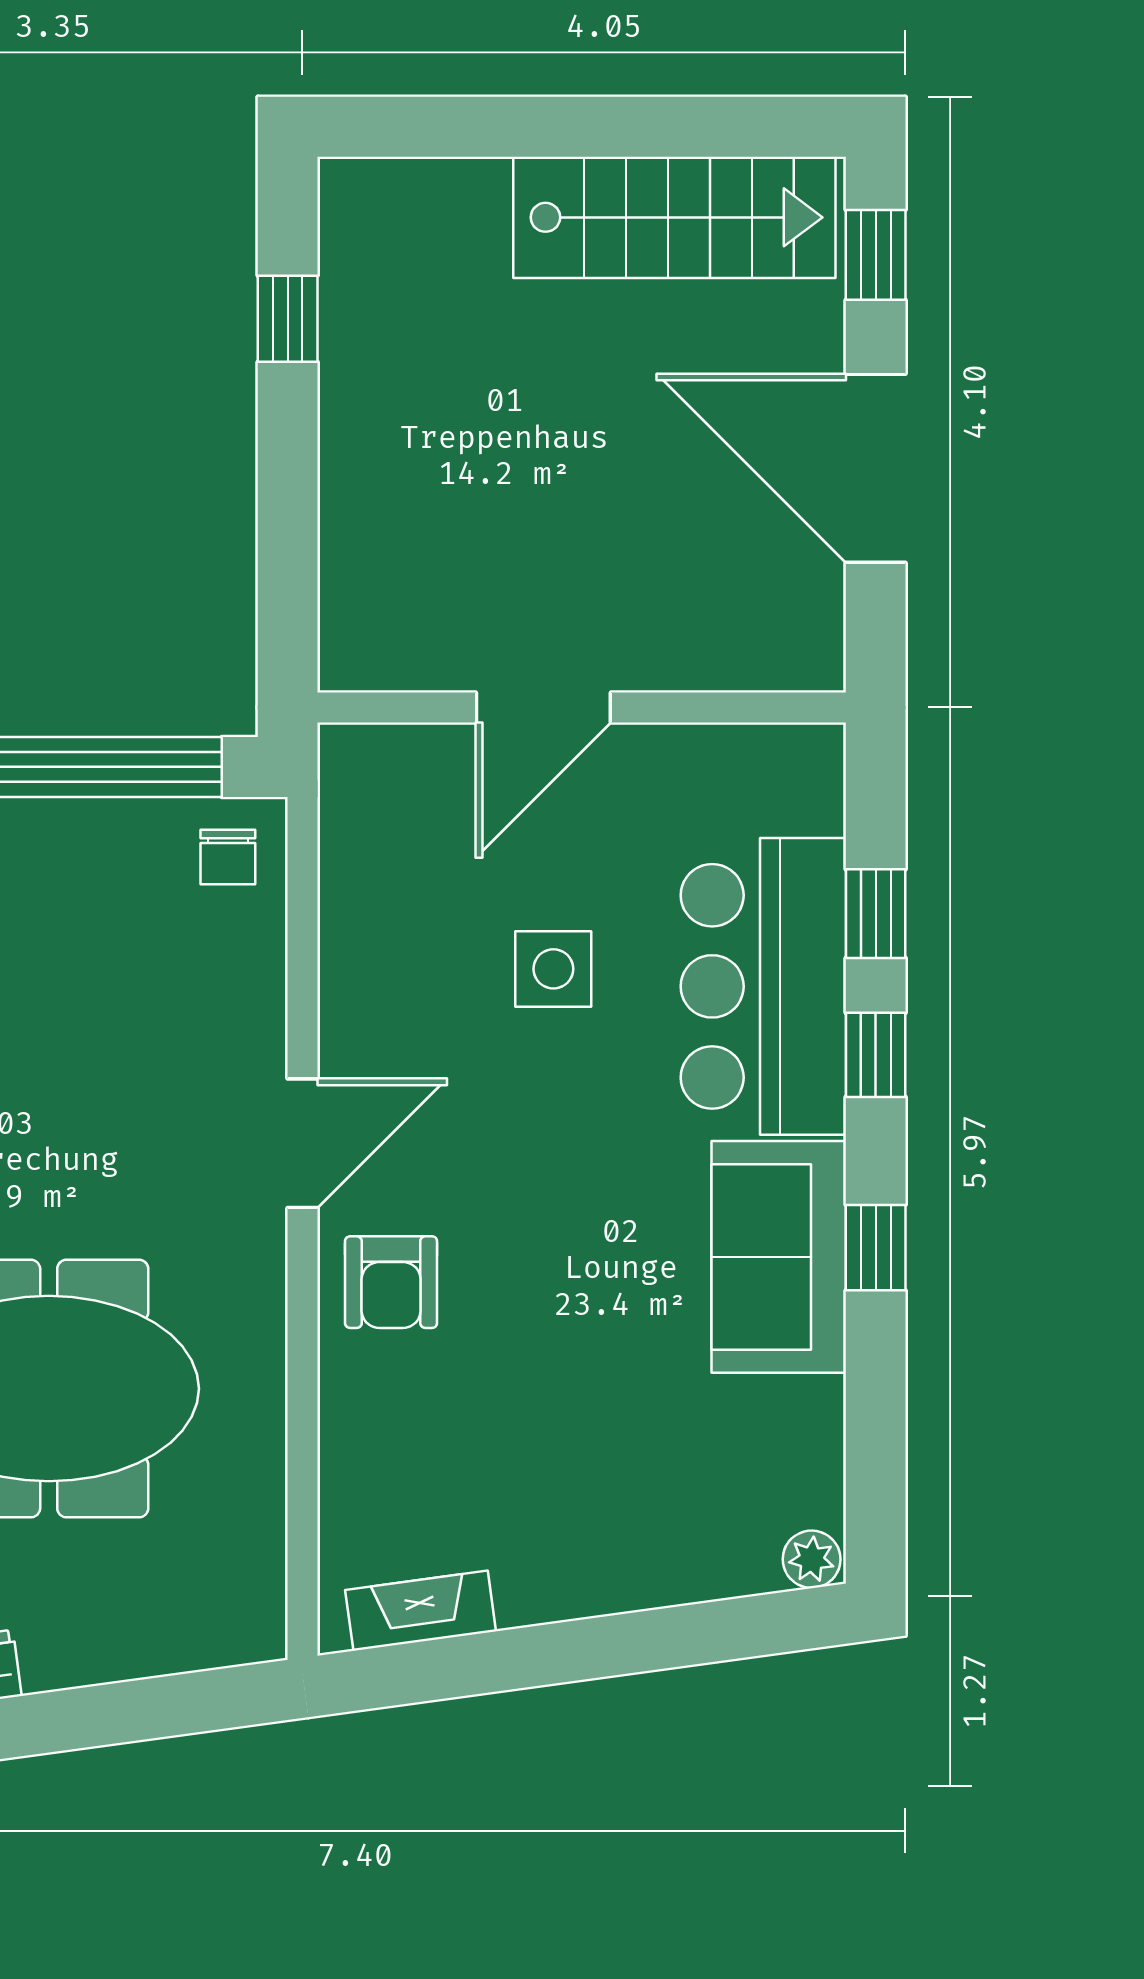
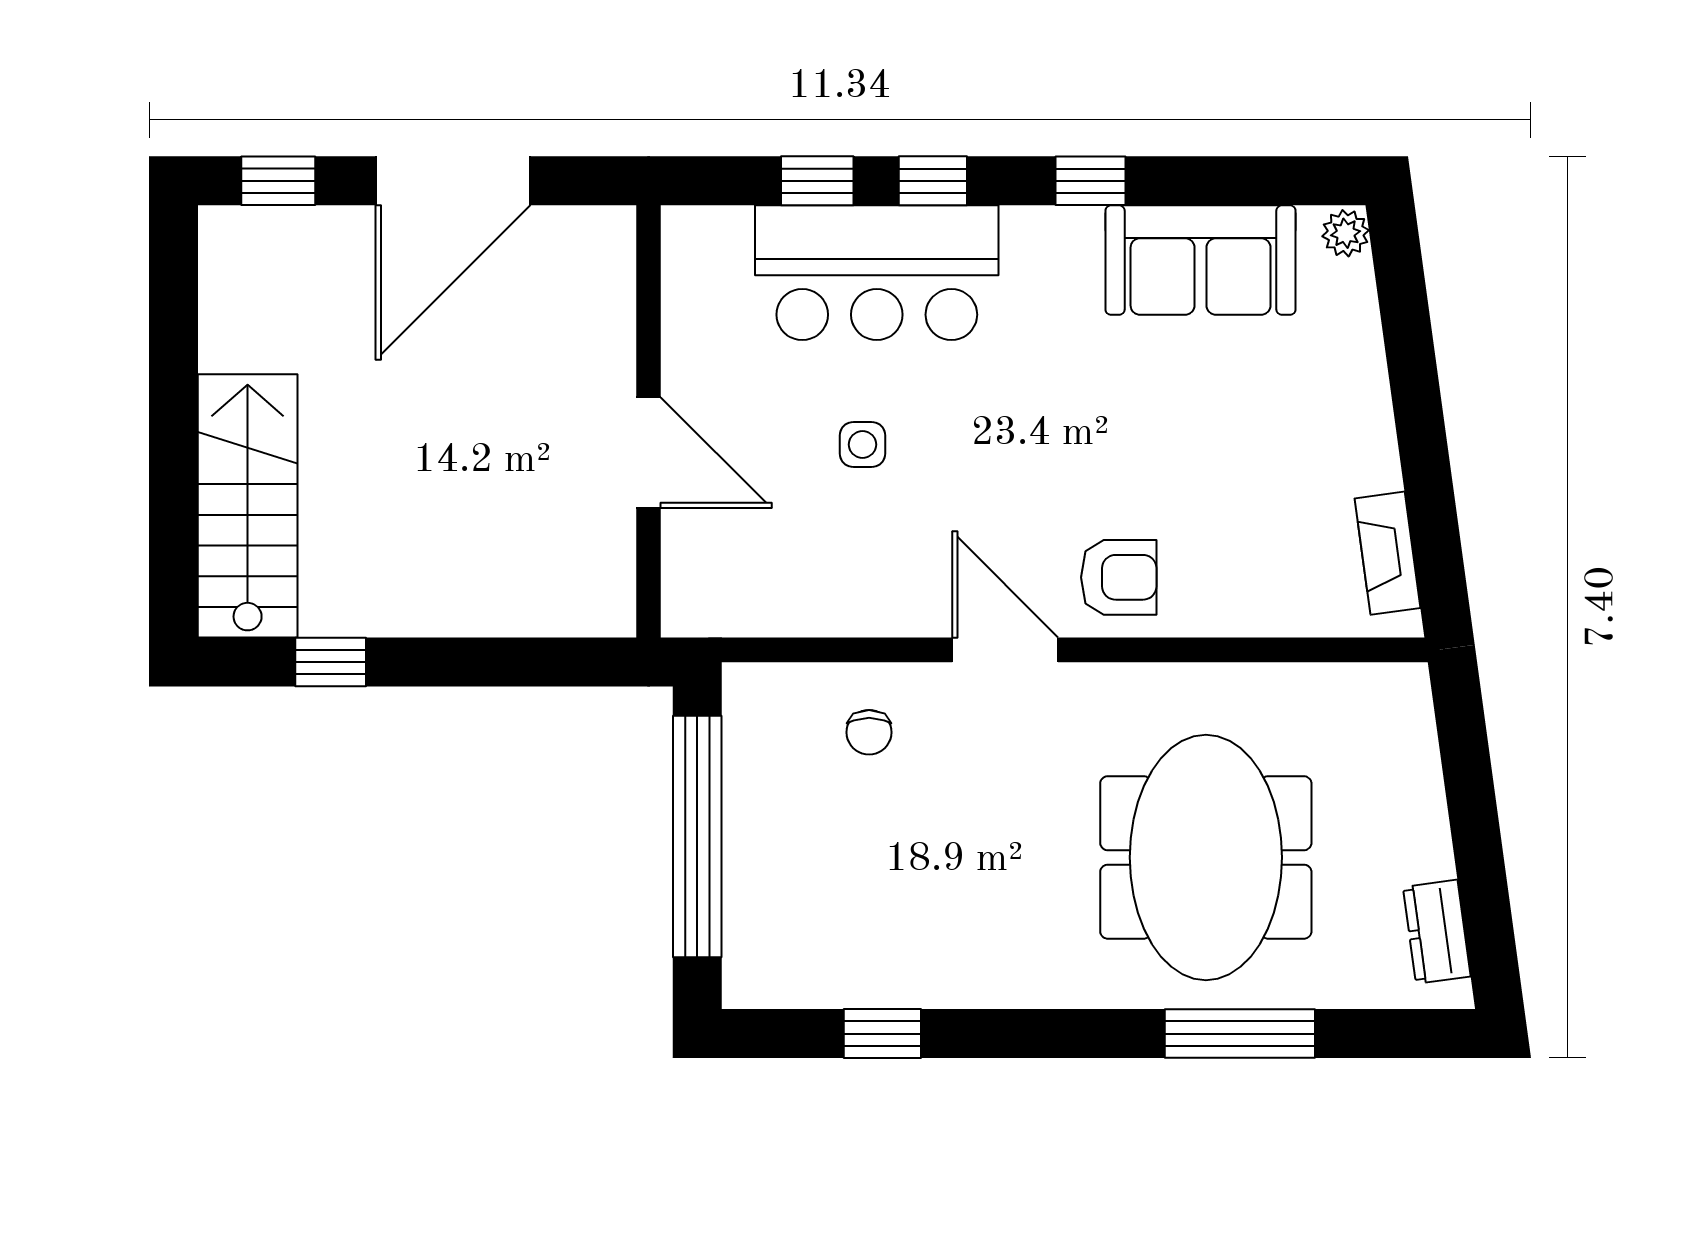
stairs: (674, 217) -> (248, 506), moved
chair: (228, 857) -> (869, 732), moved, turned 90
side table: (553, 969) -> (862, 445), width x0.73, depth x0.73
sofa: (779, 1257) -> (1201, 260), moved

